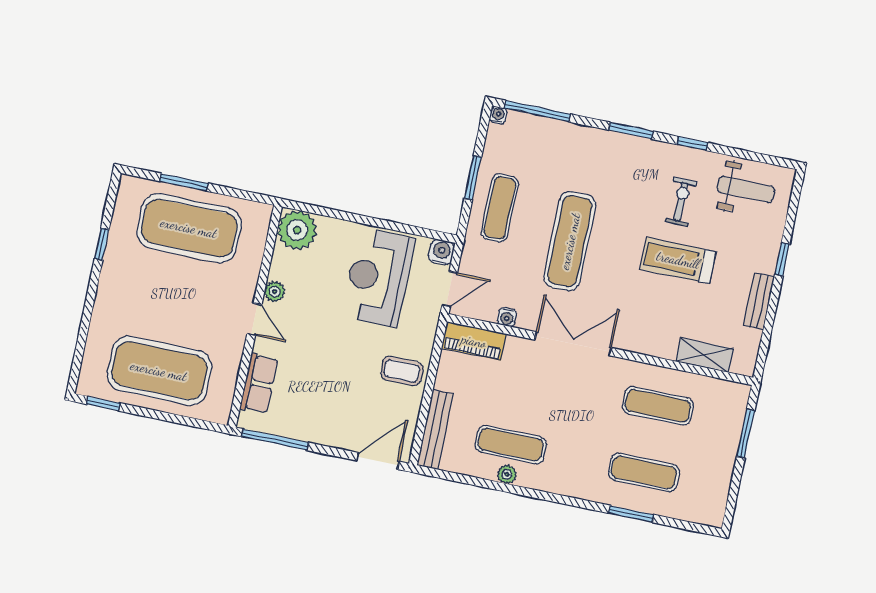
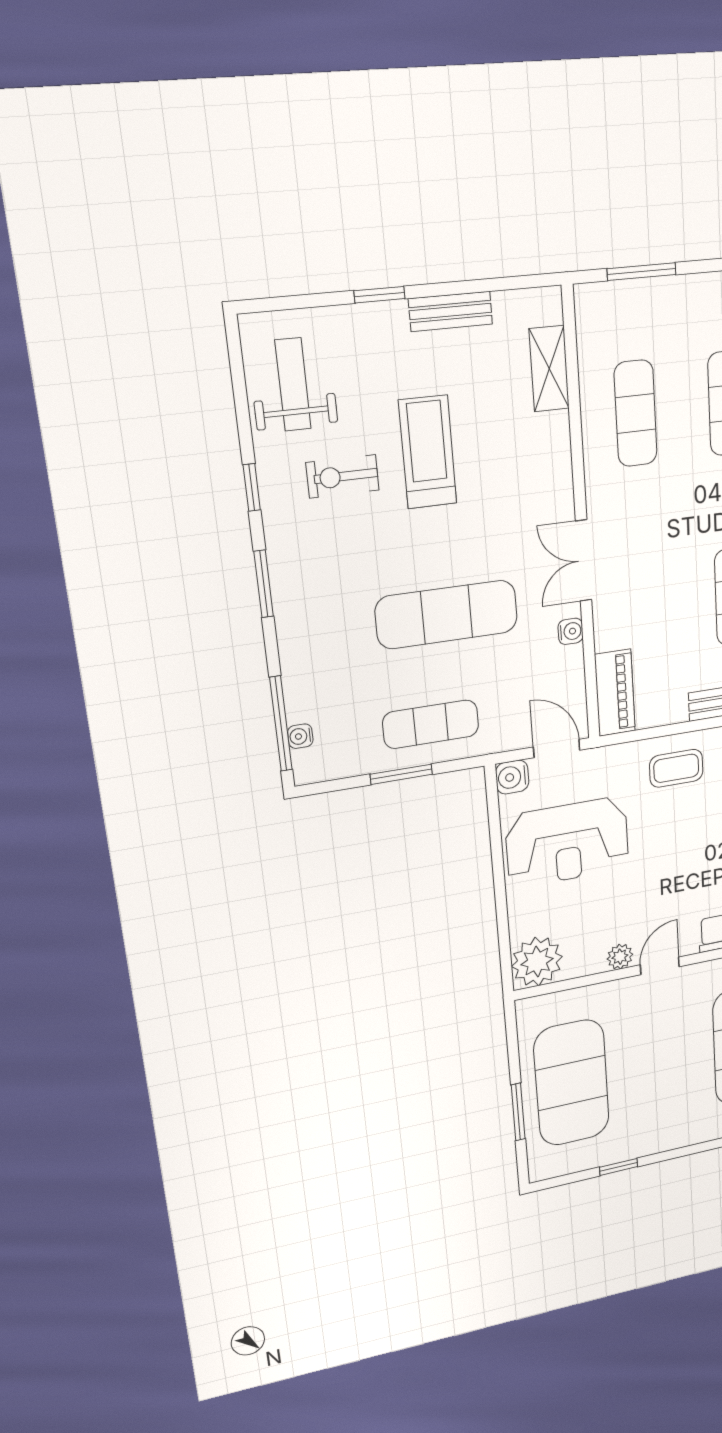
water cooler: (498, 115) -> (300, 736), moved
treadmill: (678, 260) -> (428, 452), turned 180
water cooler: (507, 317) -> (571, 631), moved
double door: (573, 344) -> (584, 561), width x0.73
coffee table: (402, 371) -> (676, 768), turned 90

